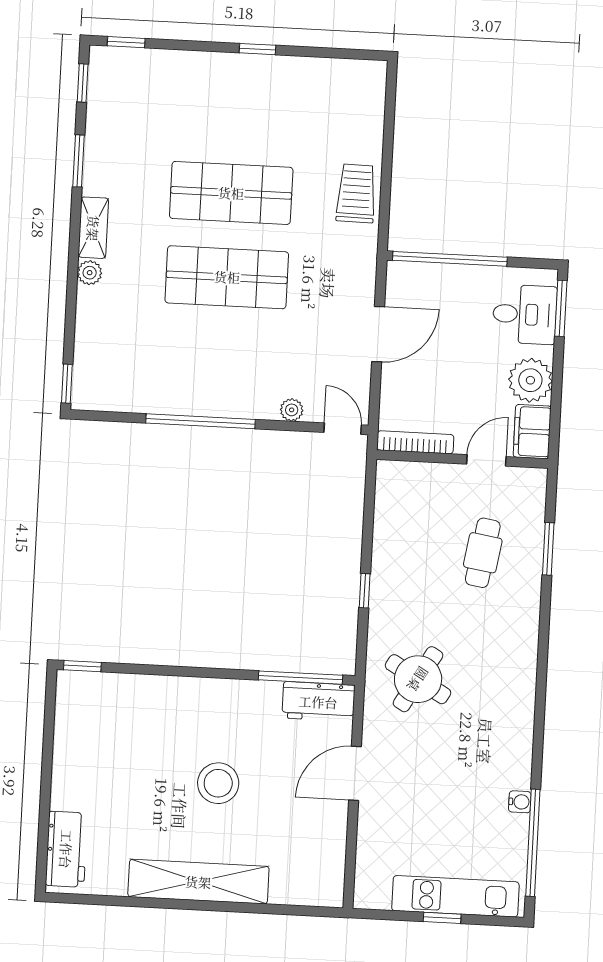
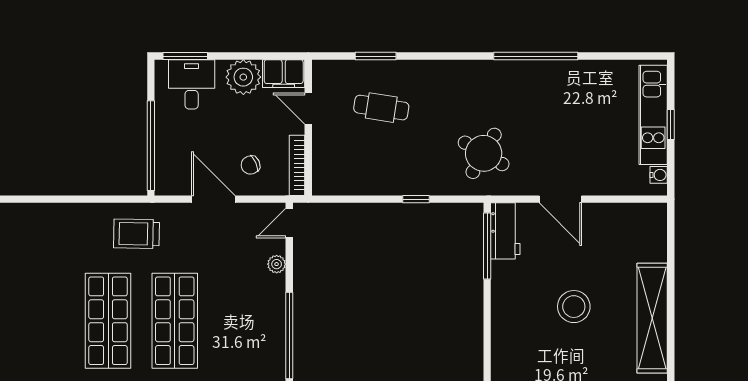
trolley: (356, 193) -> (137, 234), moved
chair: (419, 384) -> (251, 165), added
water cooler: (520, 802) -> (659, 175), moved, turned 90
window: (533, 843) -> (536, 56), moved

